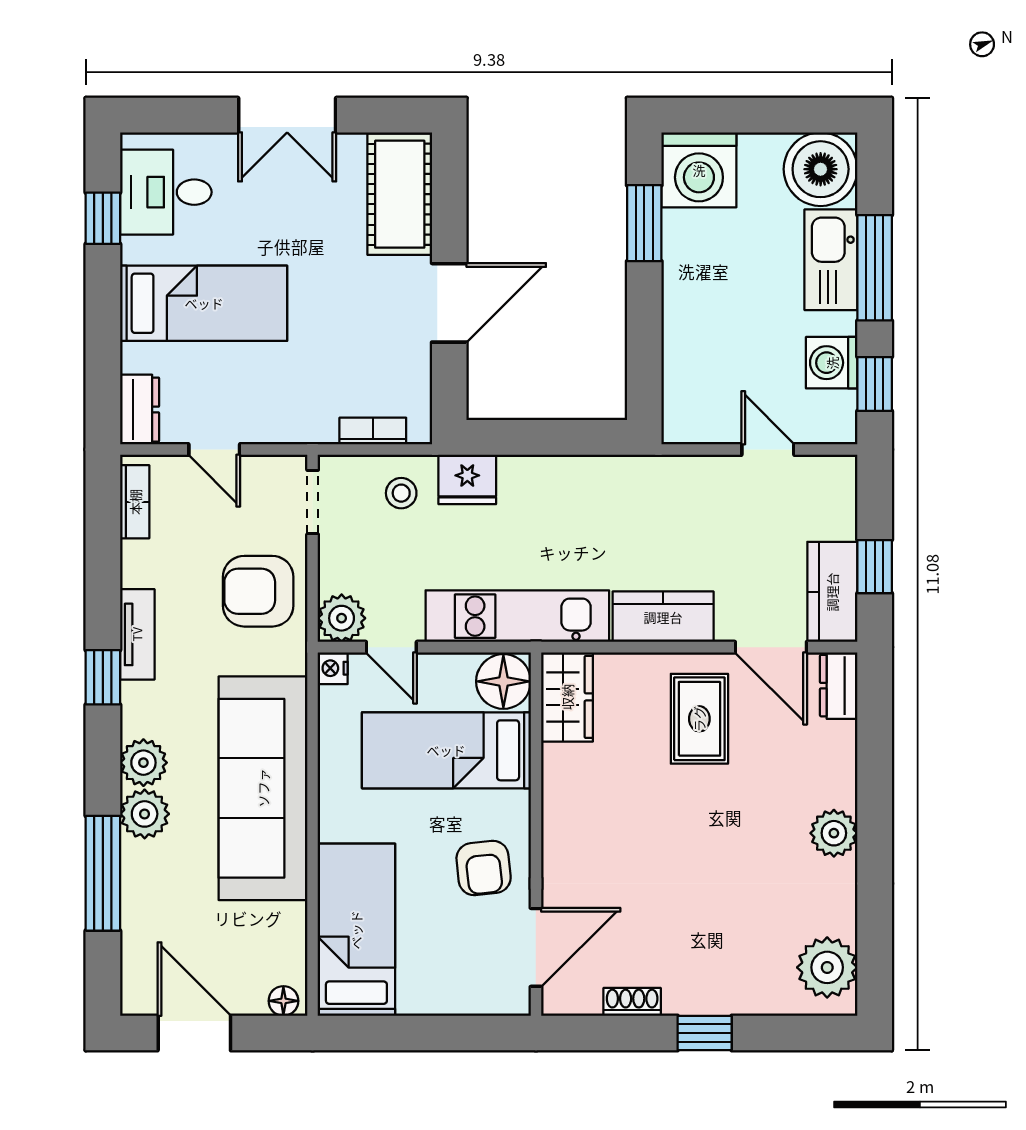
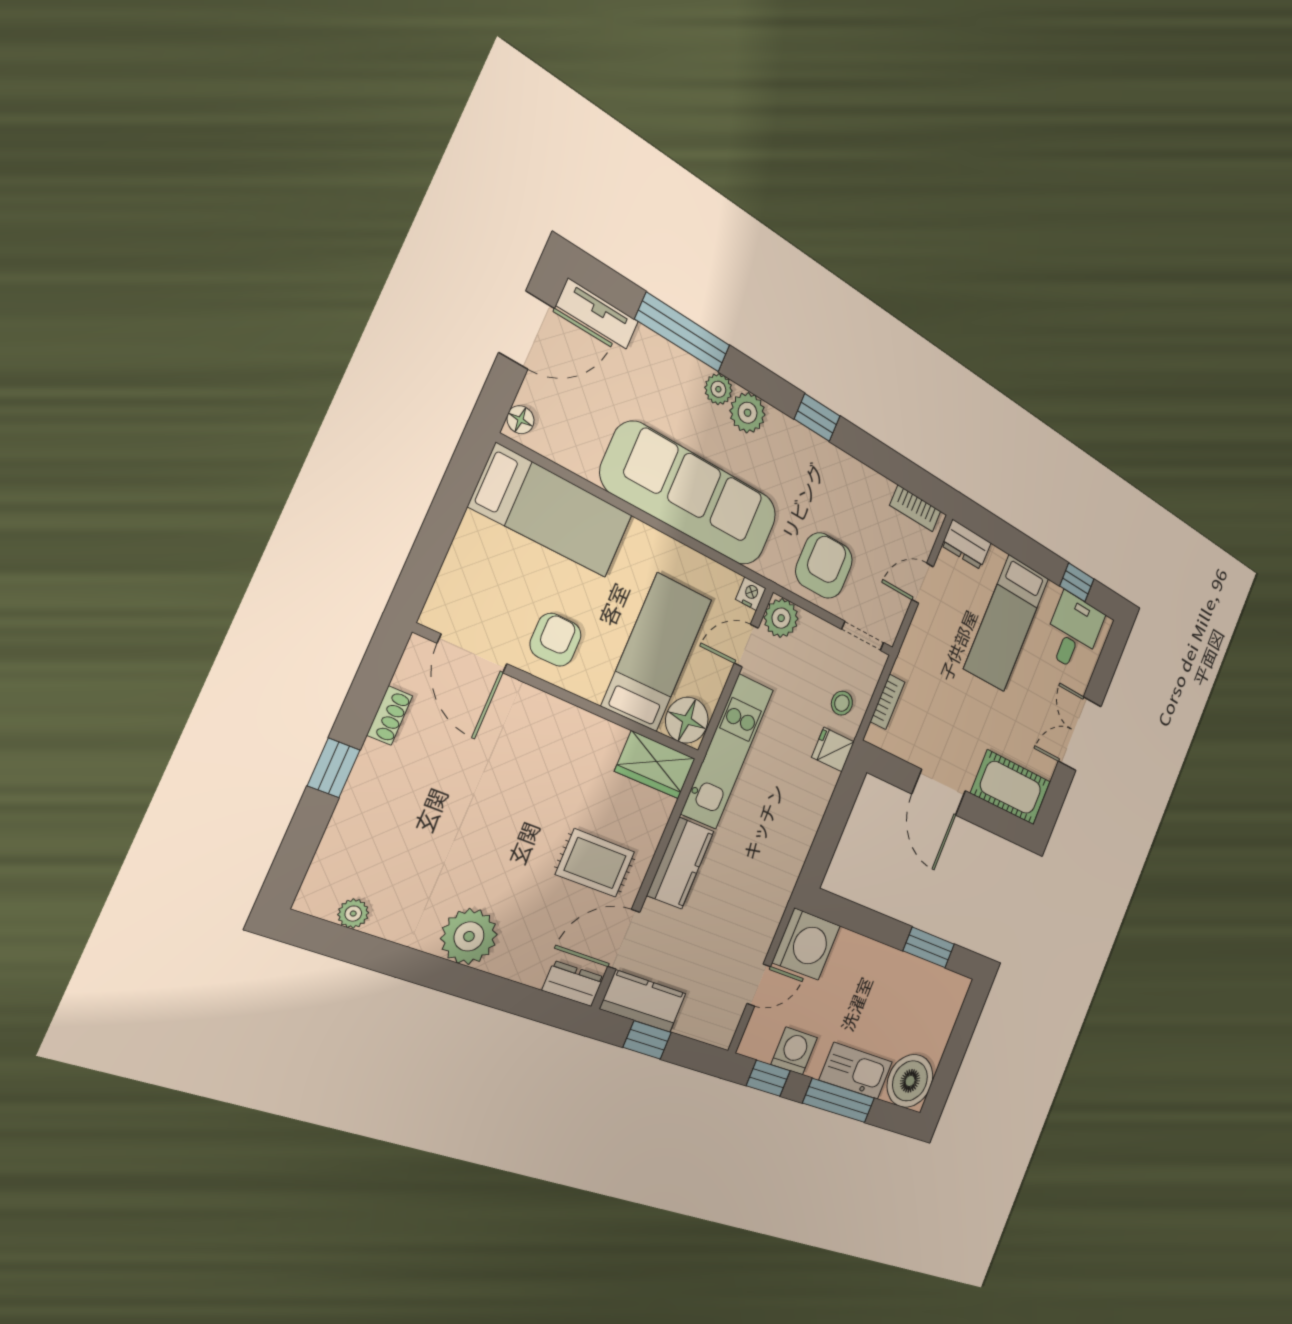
washing machine: (699, 170) -> (806, 944), moved, turned 180
fridge: (467, 479) -> (833, 750), width x0.72
tv unit: (137, 634) -> (597, 314), moved
plant: (145, 814) -> (718, 389), width x0.73, depth x0.73
plant: (834, 833) -> (469, 936), width x1.36, depth x1.36
armchair: (484, 868) -> (556, 640), turned 96
plant: (827, 967) -> (353, 914), width x0.53, depth x0.53

